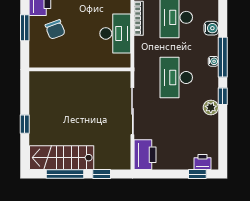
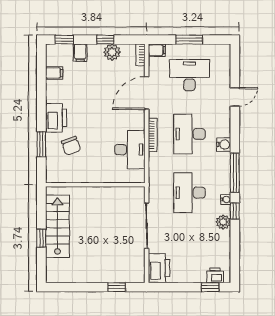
water cooler: (213, 61) -> (226, 199), moved
stairs: (62, 158) -> (57, 226), moved, turned 90
window: (65, 174) -> (81, 287), removed

